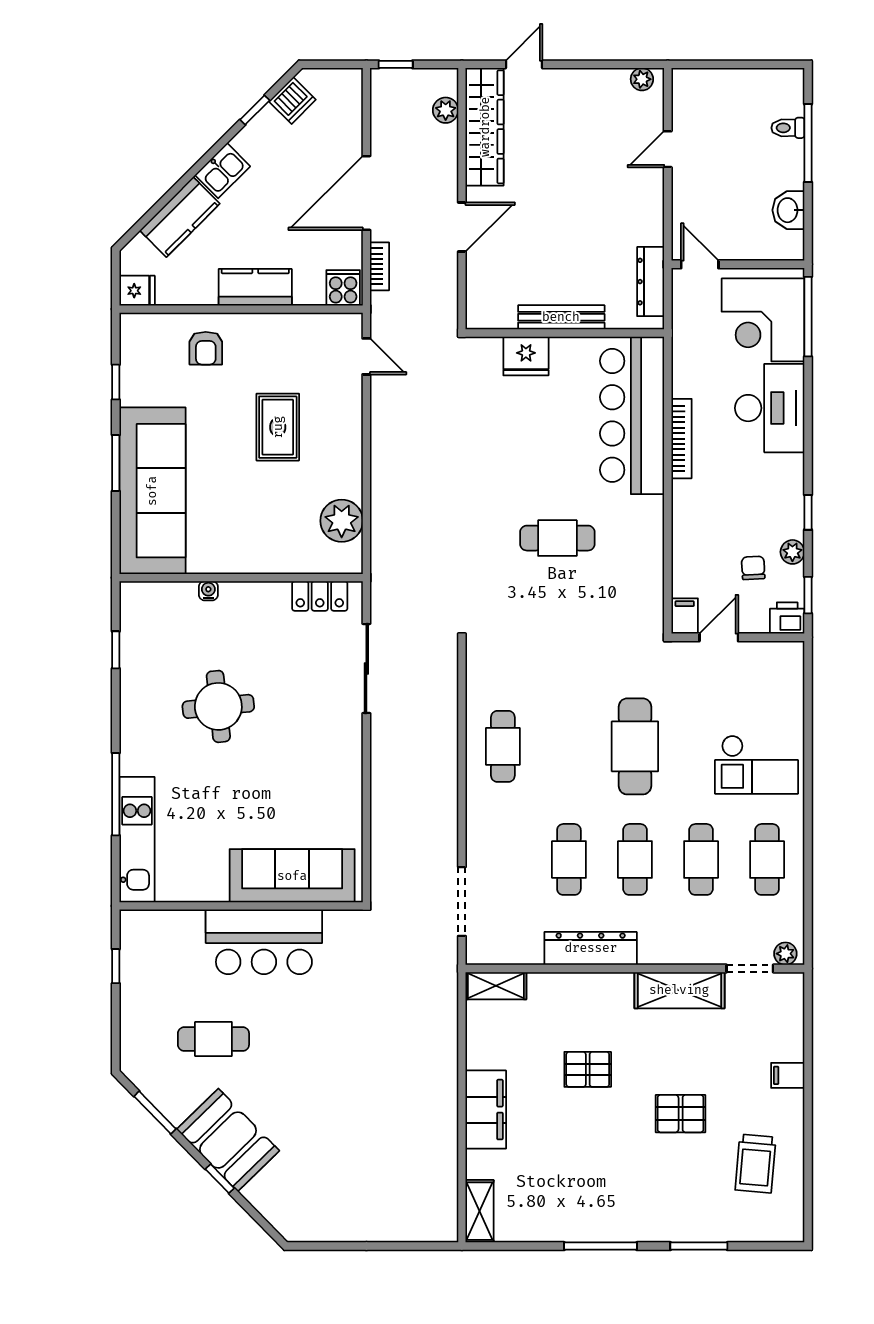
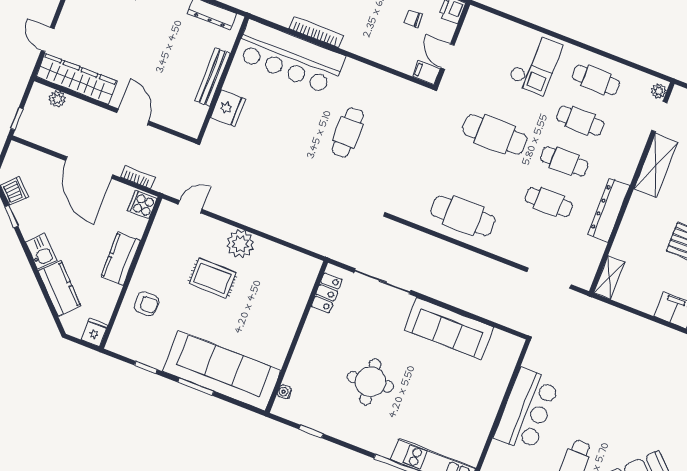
plant: (342, 521) -> (240, 244), moved
water cooler: (208, 591) -> (284, 392), moved
cafe table: (503, 746) -> (463, 216), width x1.37, depth x1.35
sofa: (292, 876) -> (449, 329), moved, turned -90

